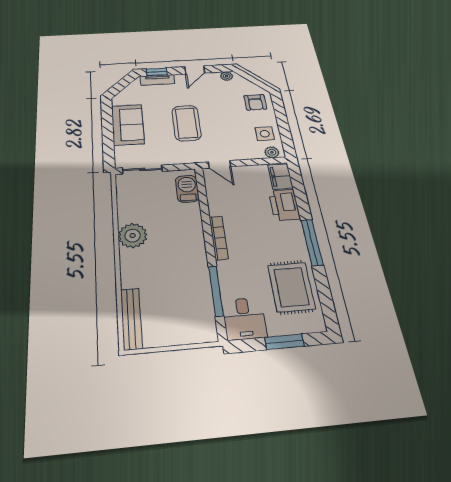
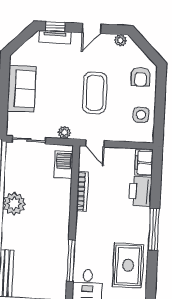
coffee table: (186, 123) -> (95, 93), moved
plant: (272, 152) -> (64, 132), moved
bookcase: (219, 238) -> (82, 191), moved

